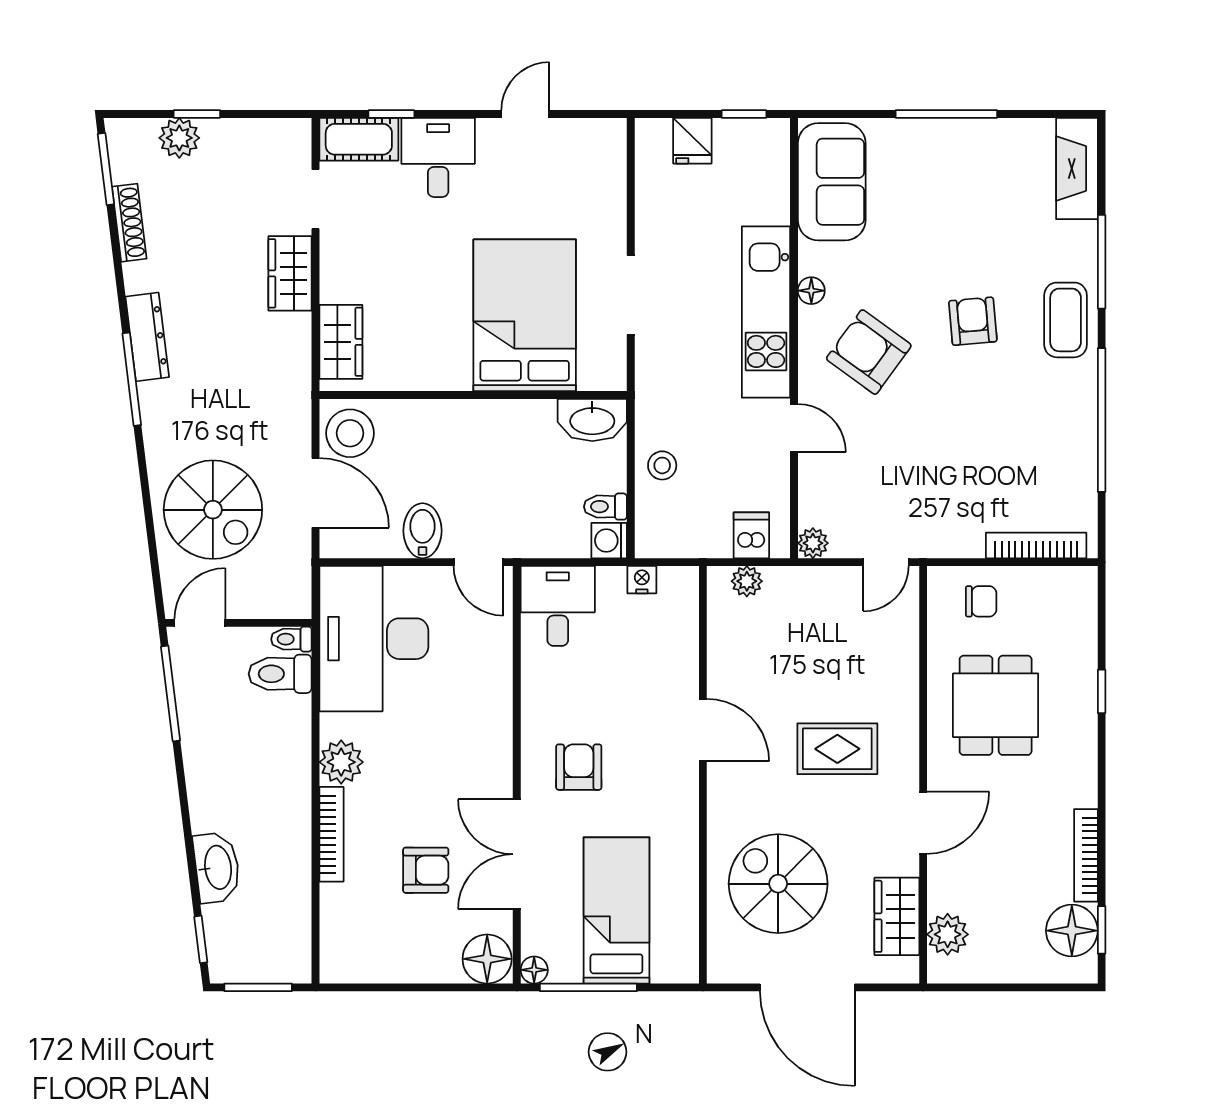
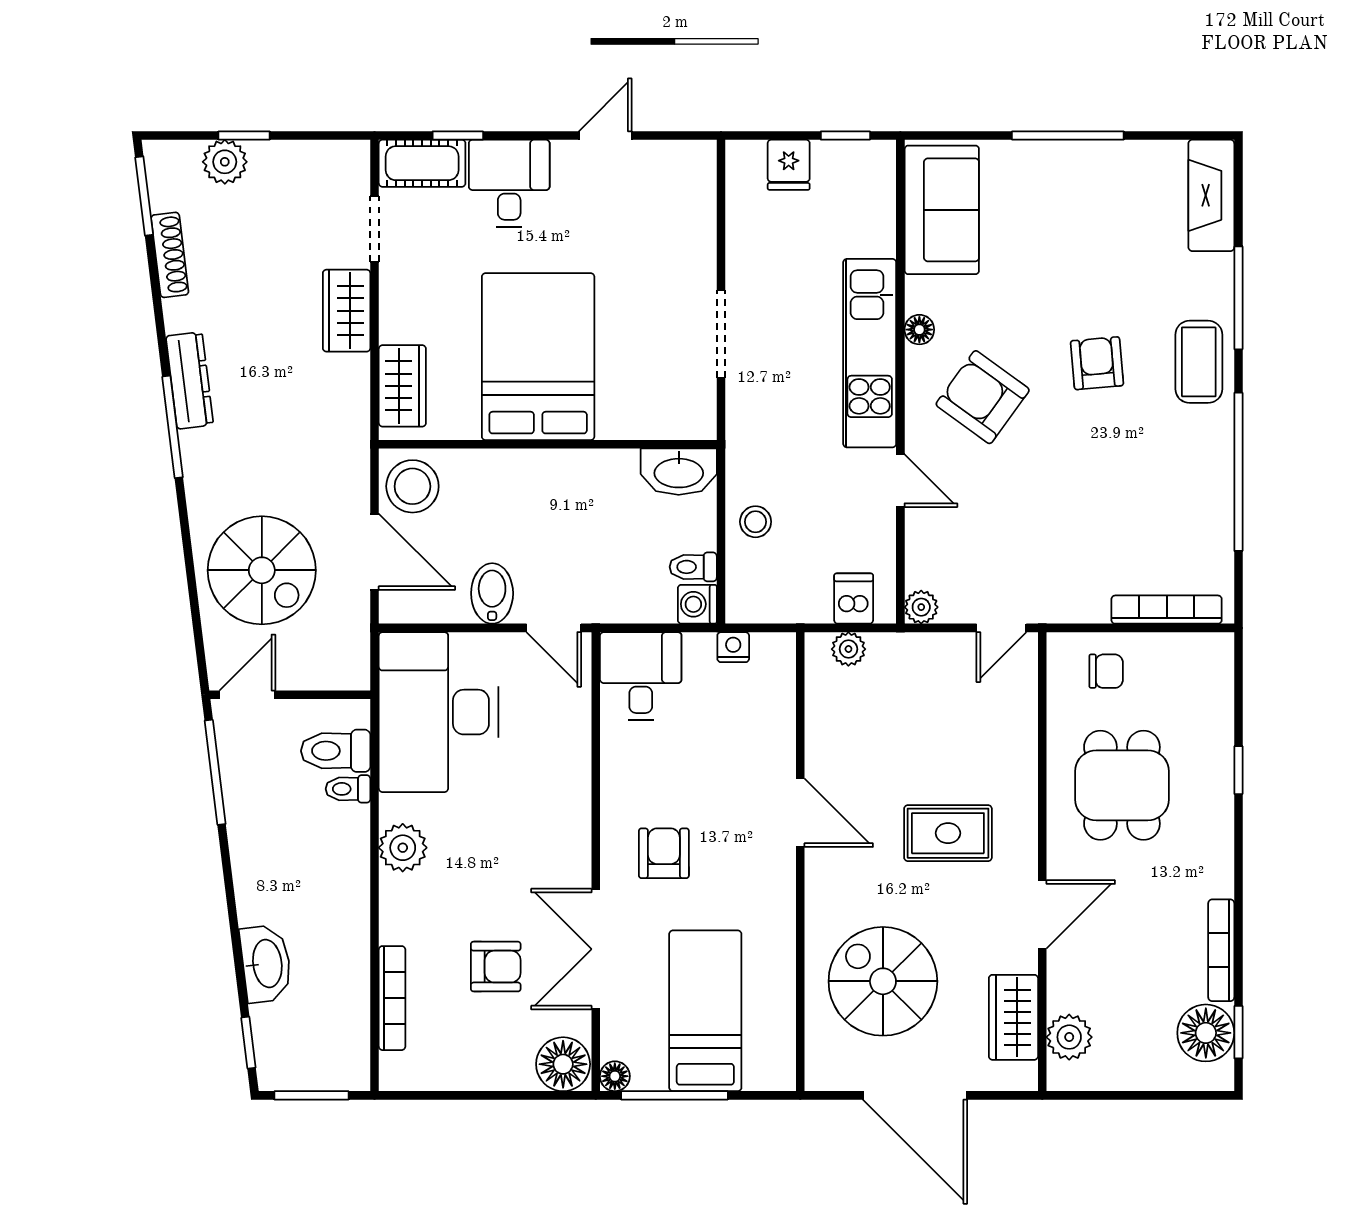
bed: (525, 315) -> (538, 357), moved
toilet: (291, 639) -> (348, 789), moved
bookcase: (331, 834) -> (392, 998), moved

